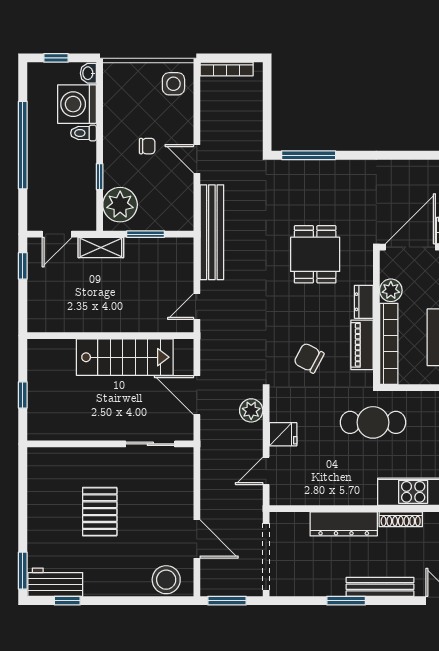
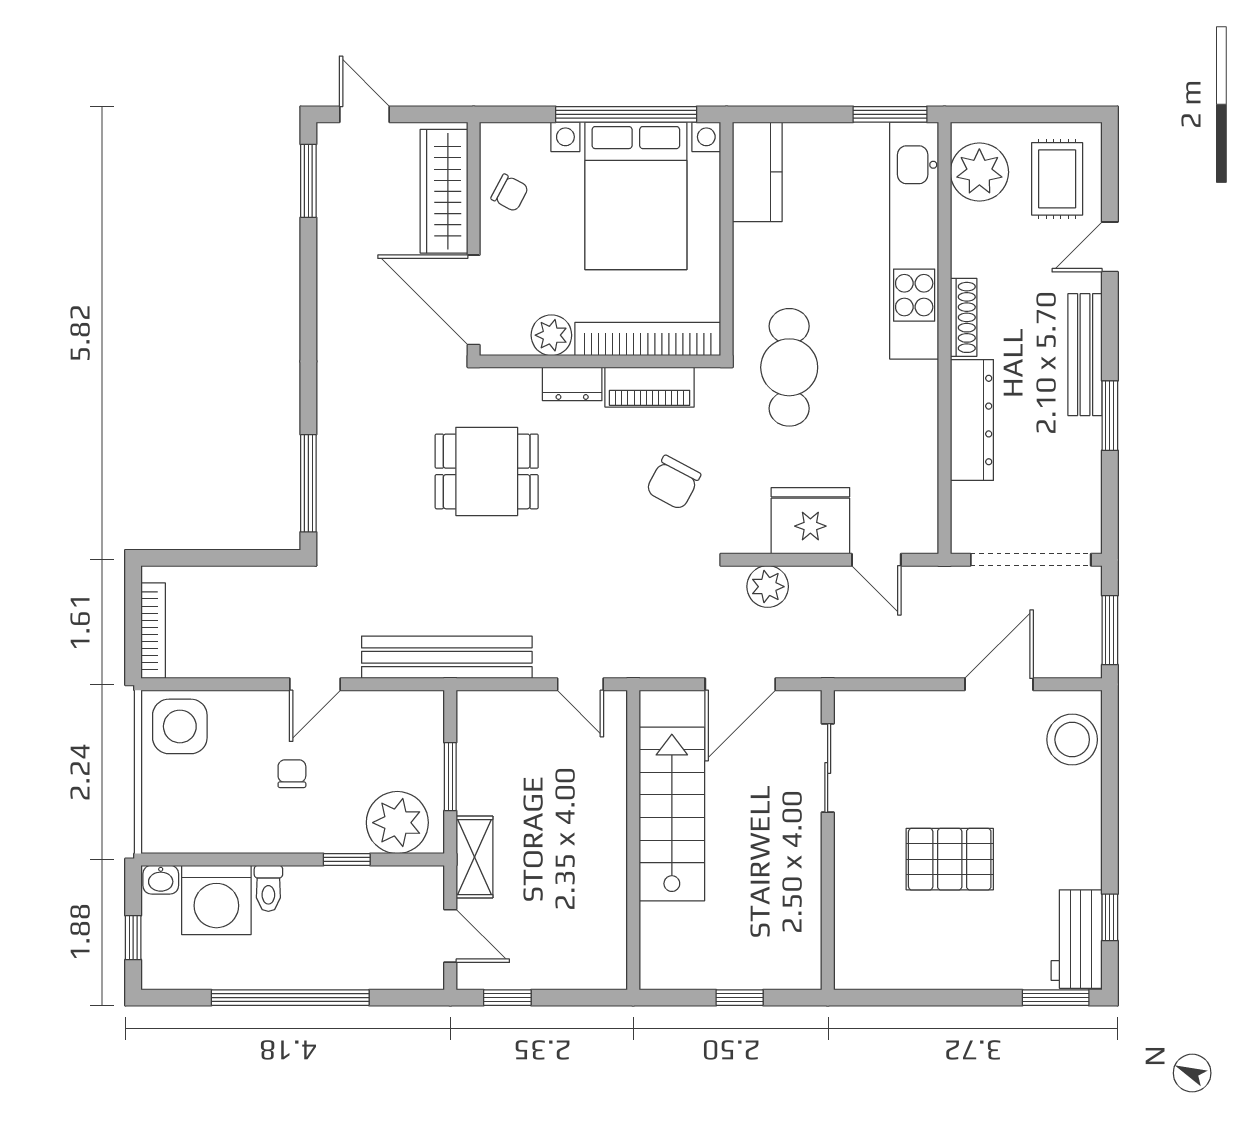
side table: (173, 84) -> (180, 726), width x1.37, depth x1.37
fridge: (283, 434) -> (810, 521), width x1.88, depth x1.34

